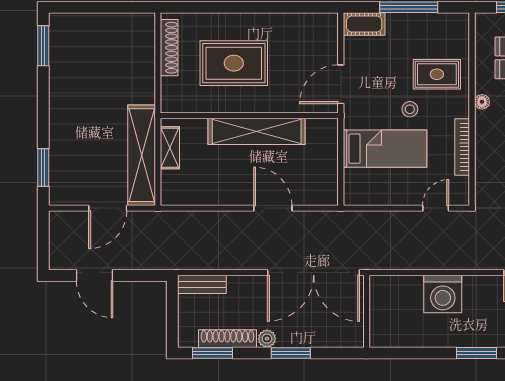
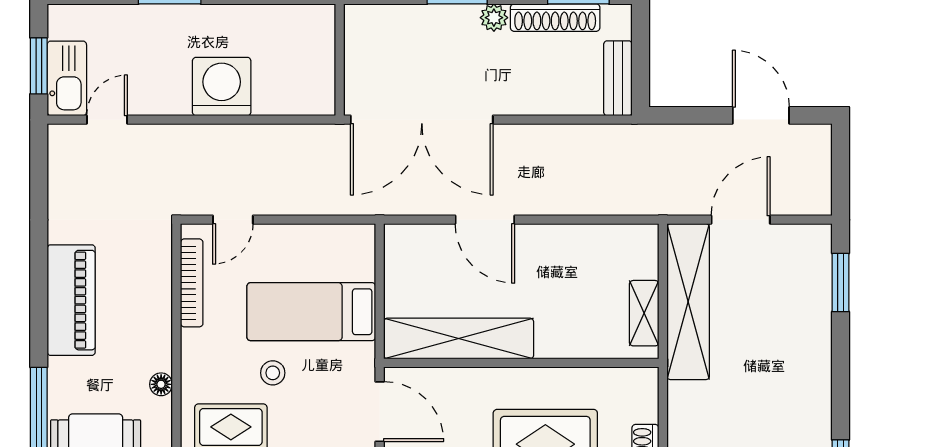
door: (341, 84) -> (380, 412), hinge flipped
shelving: (257, 131) -> (459, 339), moved
bookcase: (462, 147) -> (192, 283), moved
double door: (314, 273) -> (422, 120), swing flipped
bench: (202, 284) -> (618, 78), moved, turned 90

